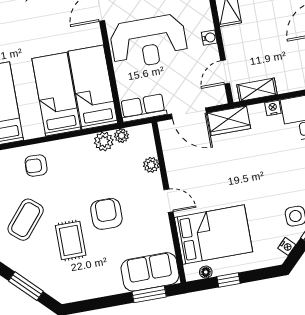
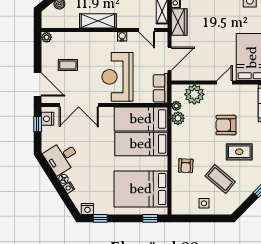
reception desk: (149, 42) -> (117, 77), turned 180
wardrobe: (229, 121) -> (179, 22), moved
plant: (151, 165) -> (194, 94), width x1.87, depth x1.87

